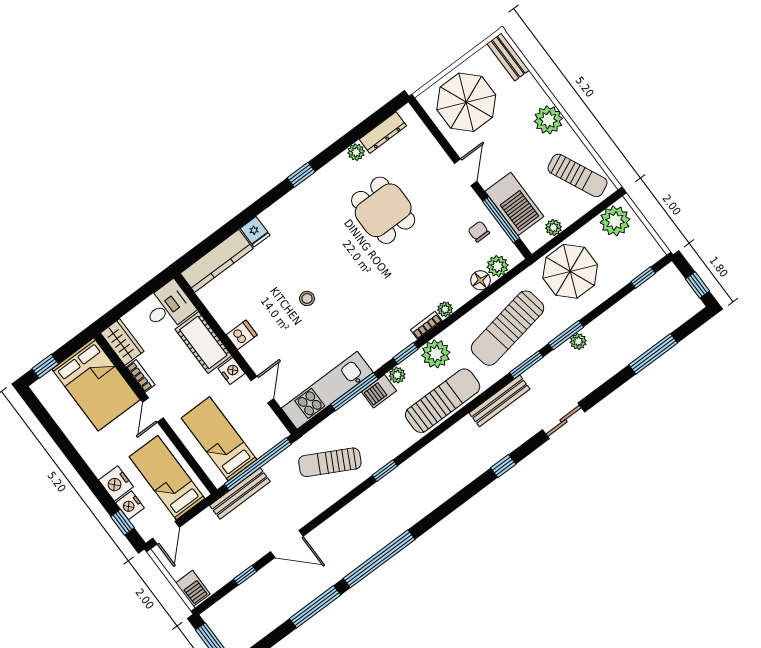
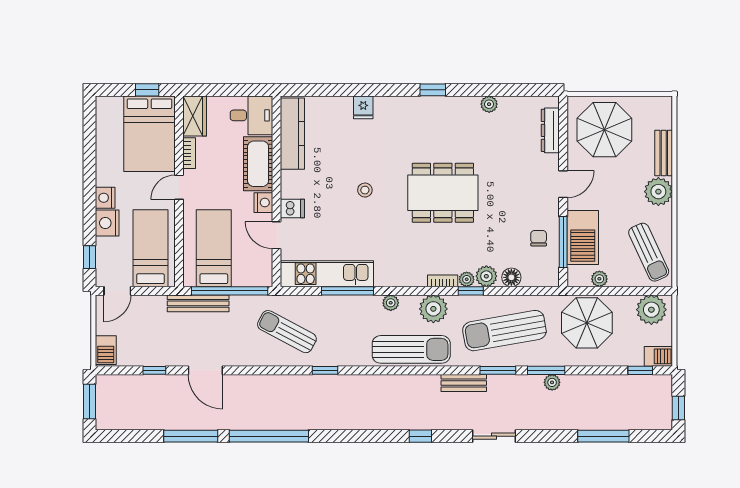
bench: (508, 57) -> (664, 153), moved
dresser: (383, 133) -> (550, 130), moved, turned 90
dining table: (383, 210) -> (443, 193), moved, width x1.37
kitchen counter: (217, 261) -> (292, 134), moved, turned -90
plant: (498, 266) -> (486, 276), moved
dishwasher: (242, 335) -> (292, 208), moved
window: (406, 353) -> (471, 291), moved
window: (45, 366) -> (147, 90), moved
door: (262, 390) -> (277, 235), swing flipped
barbecue: (379, 391) -> (658, 356), moved, turned 180
bench: (500, 401) -> (464, 383), width x0.73
nightstand: (130, 505) -> (105, 198), moved

